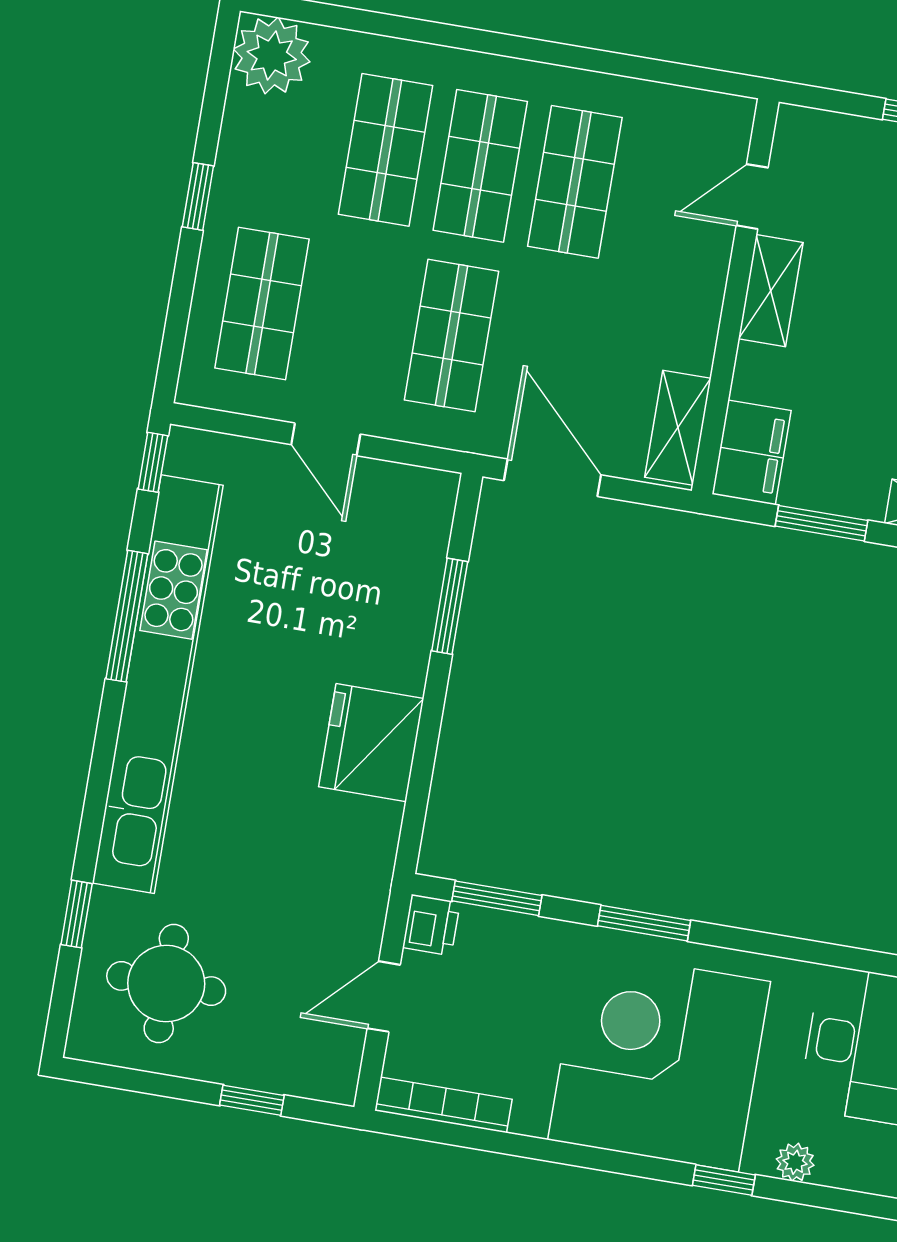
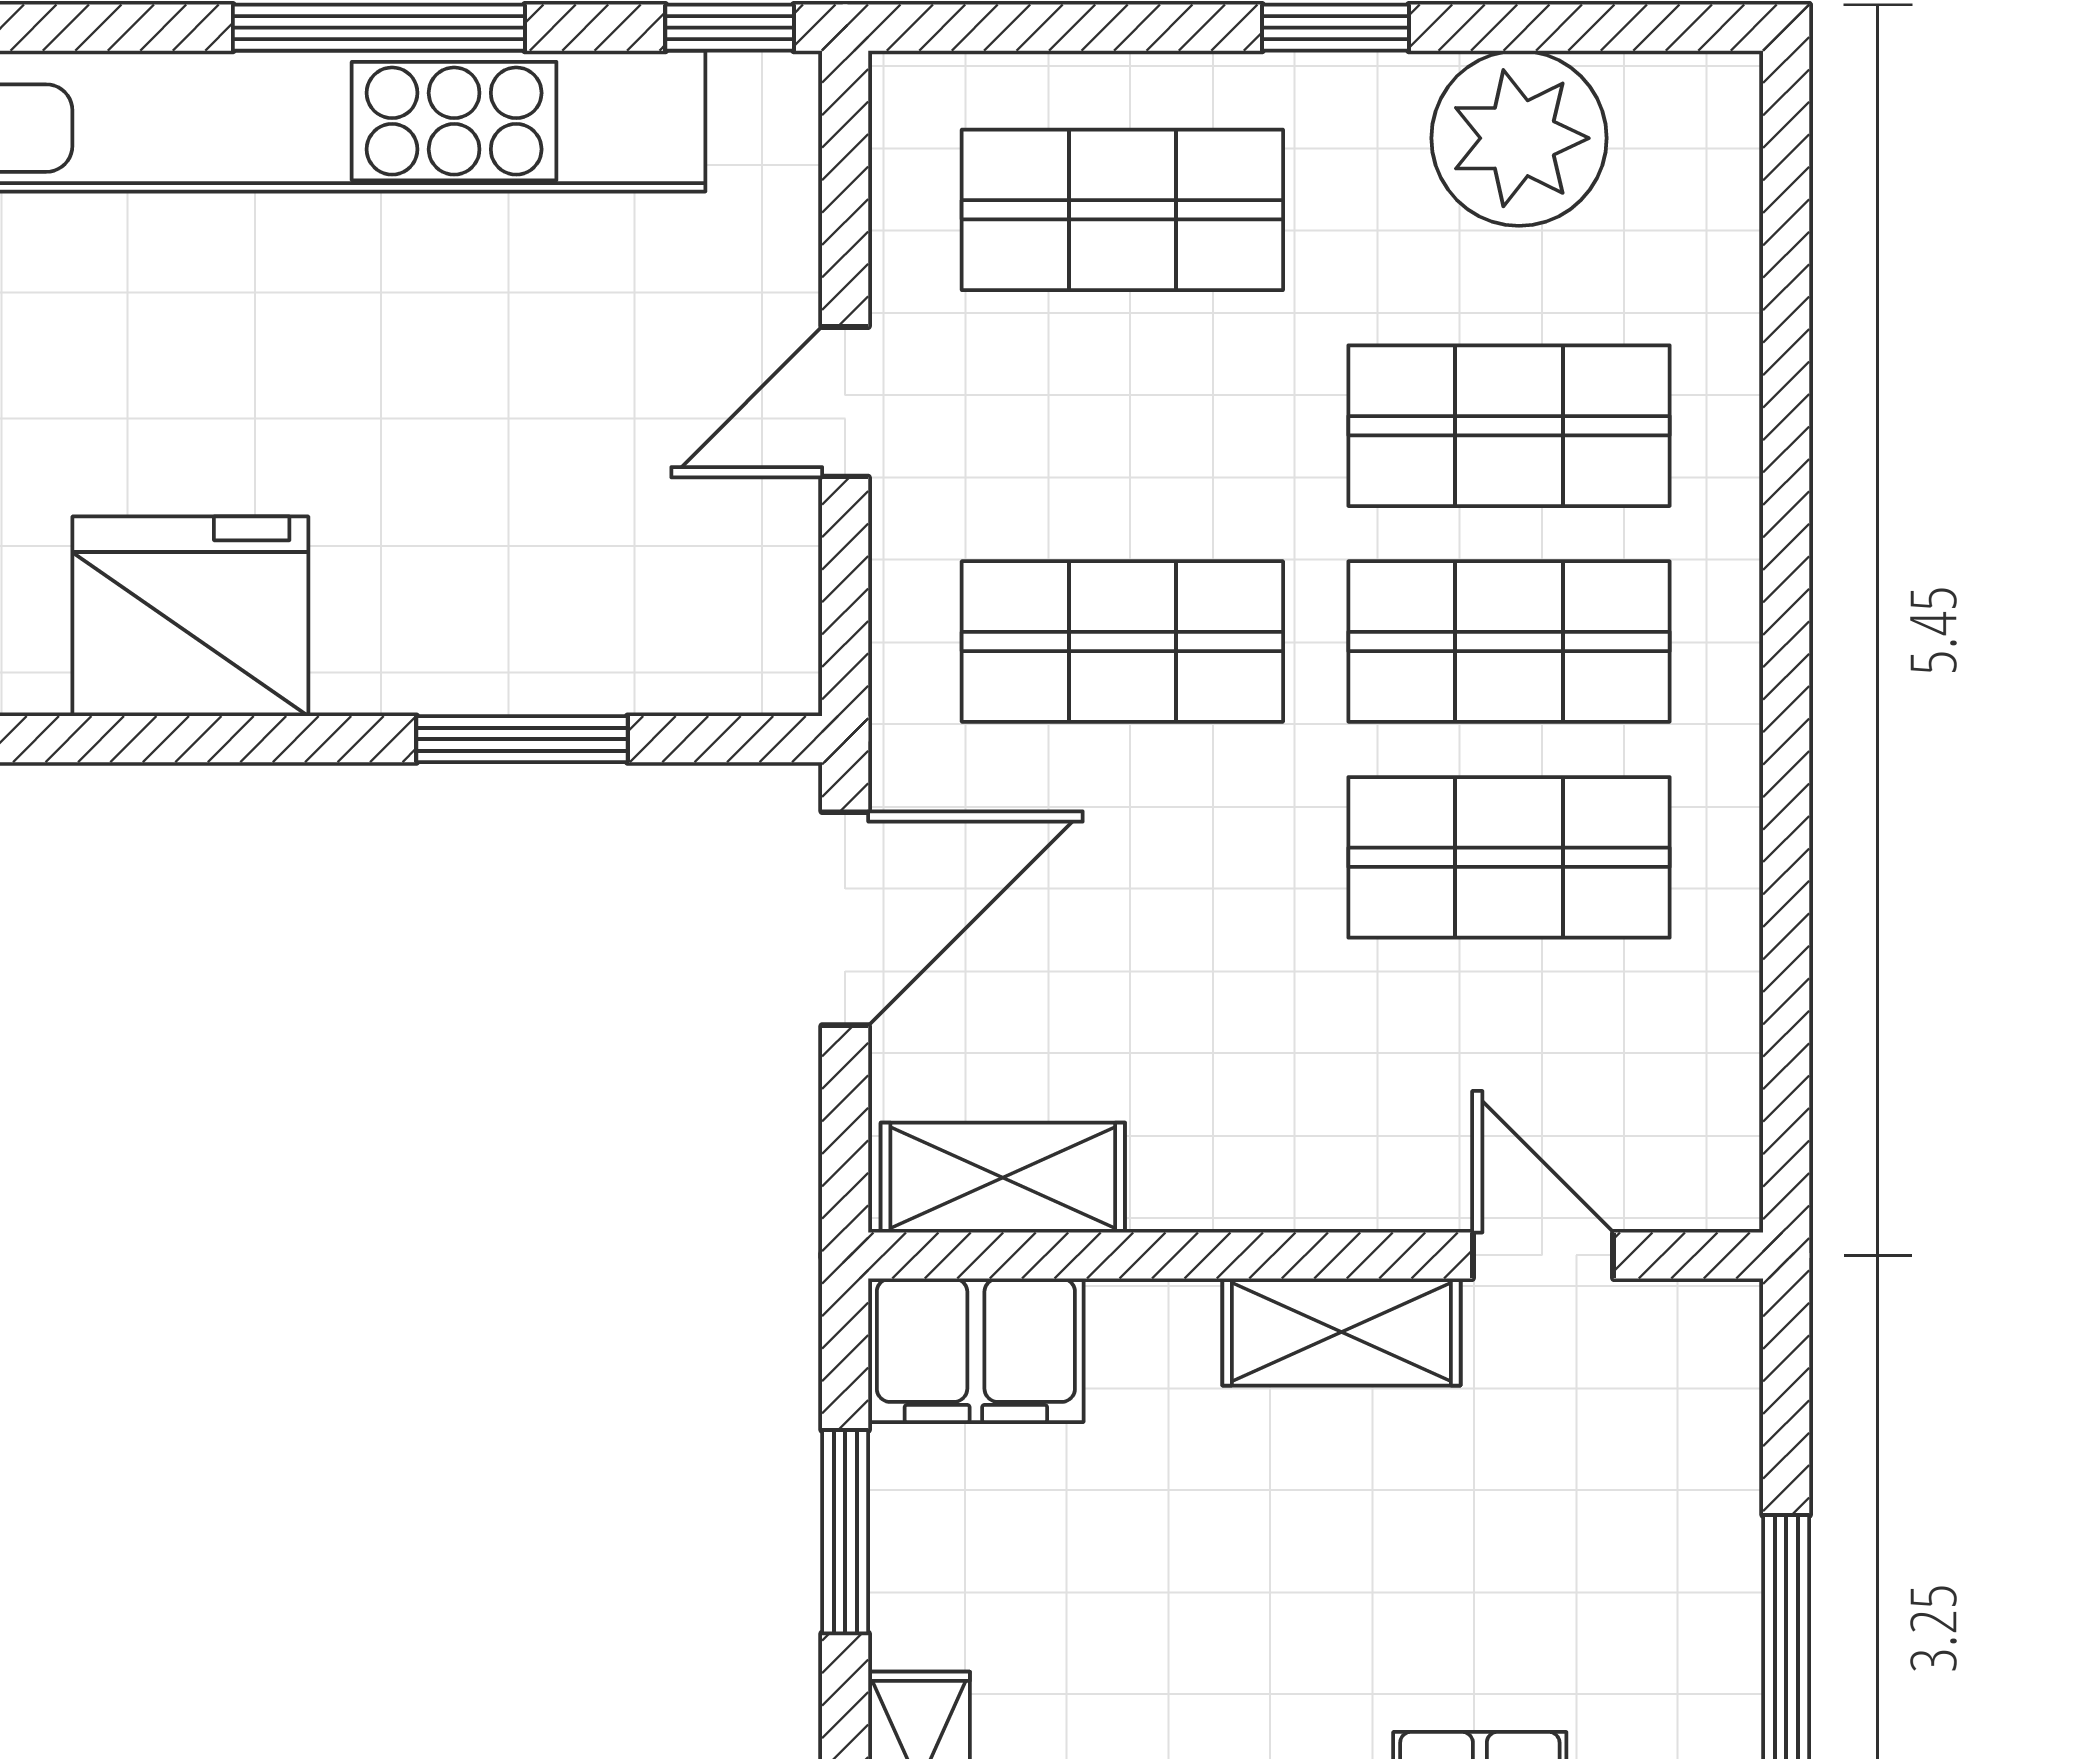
plant: (272, 55) -> (1519, 138), moved

